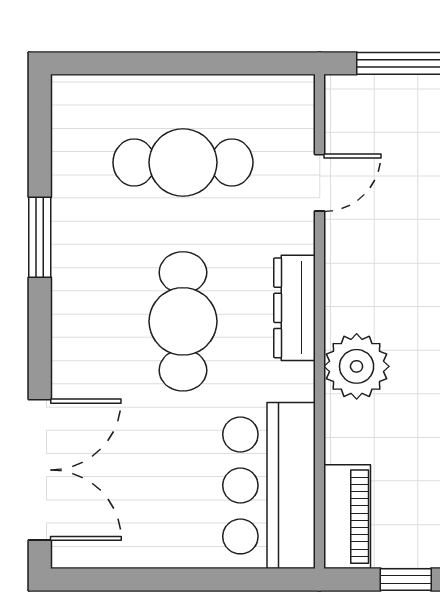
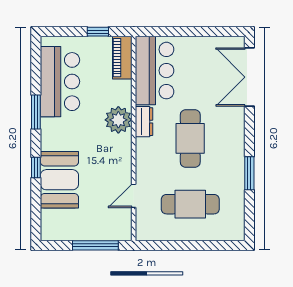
dresser: (295, 308) -> (144, 122), moved, width x0.70

